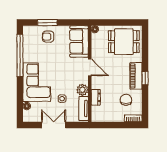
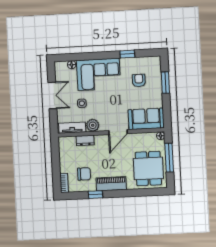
window: (115, 23) -> (169, 158), added
armchair: (48, 37) -> (139, 80), moved
window: (20, 55) -> (127, 54), width x0.32
window: (145, 78) -> (96, 195), moved

